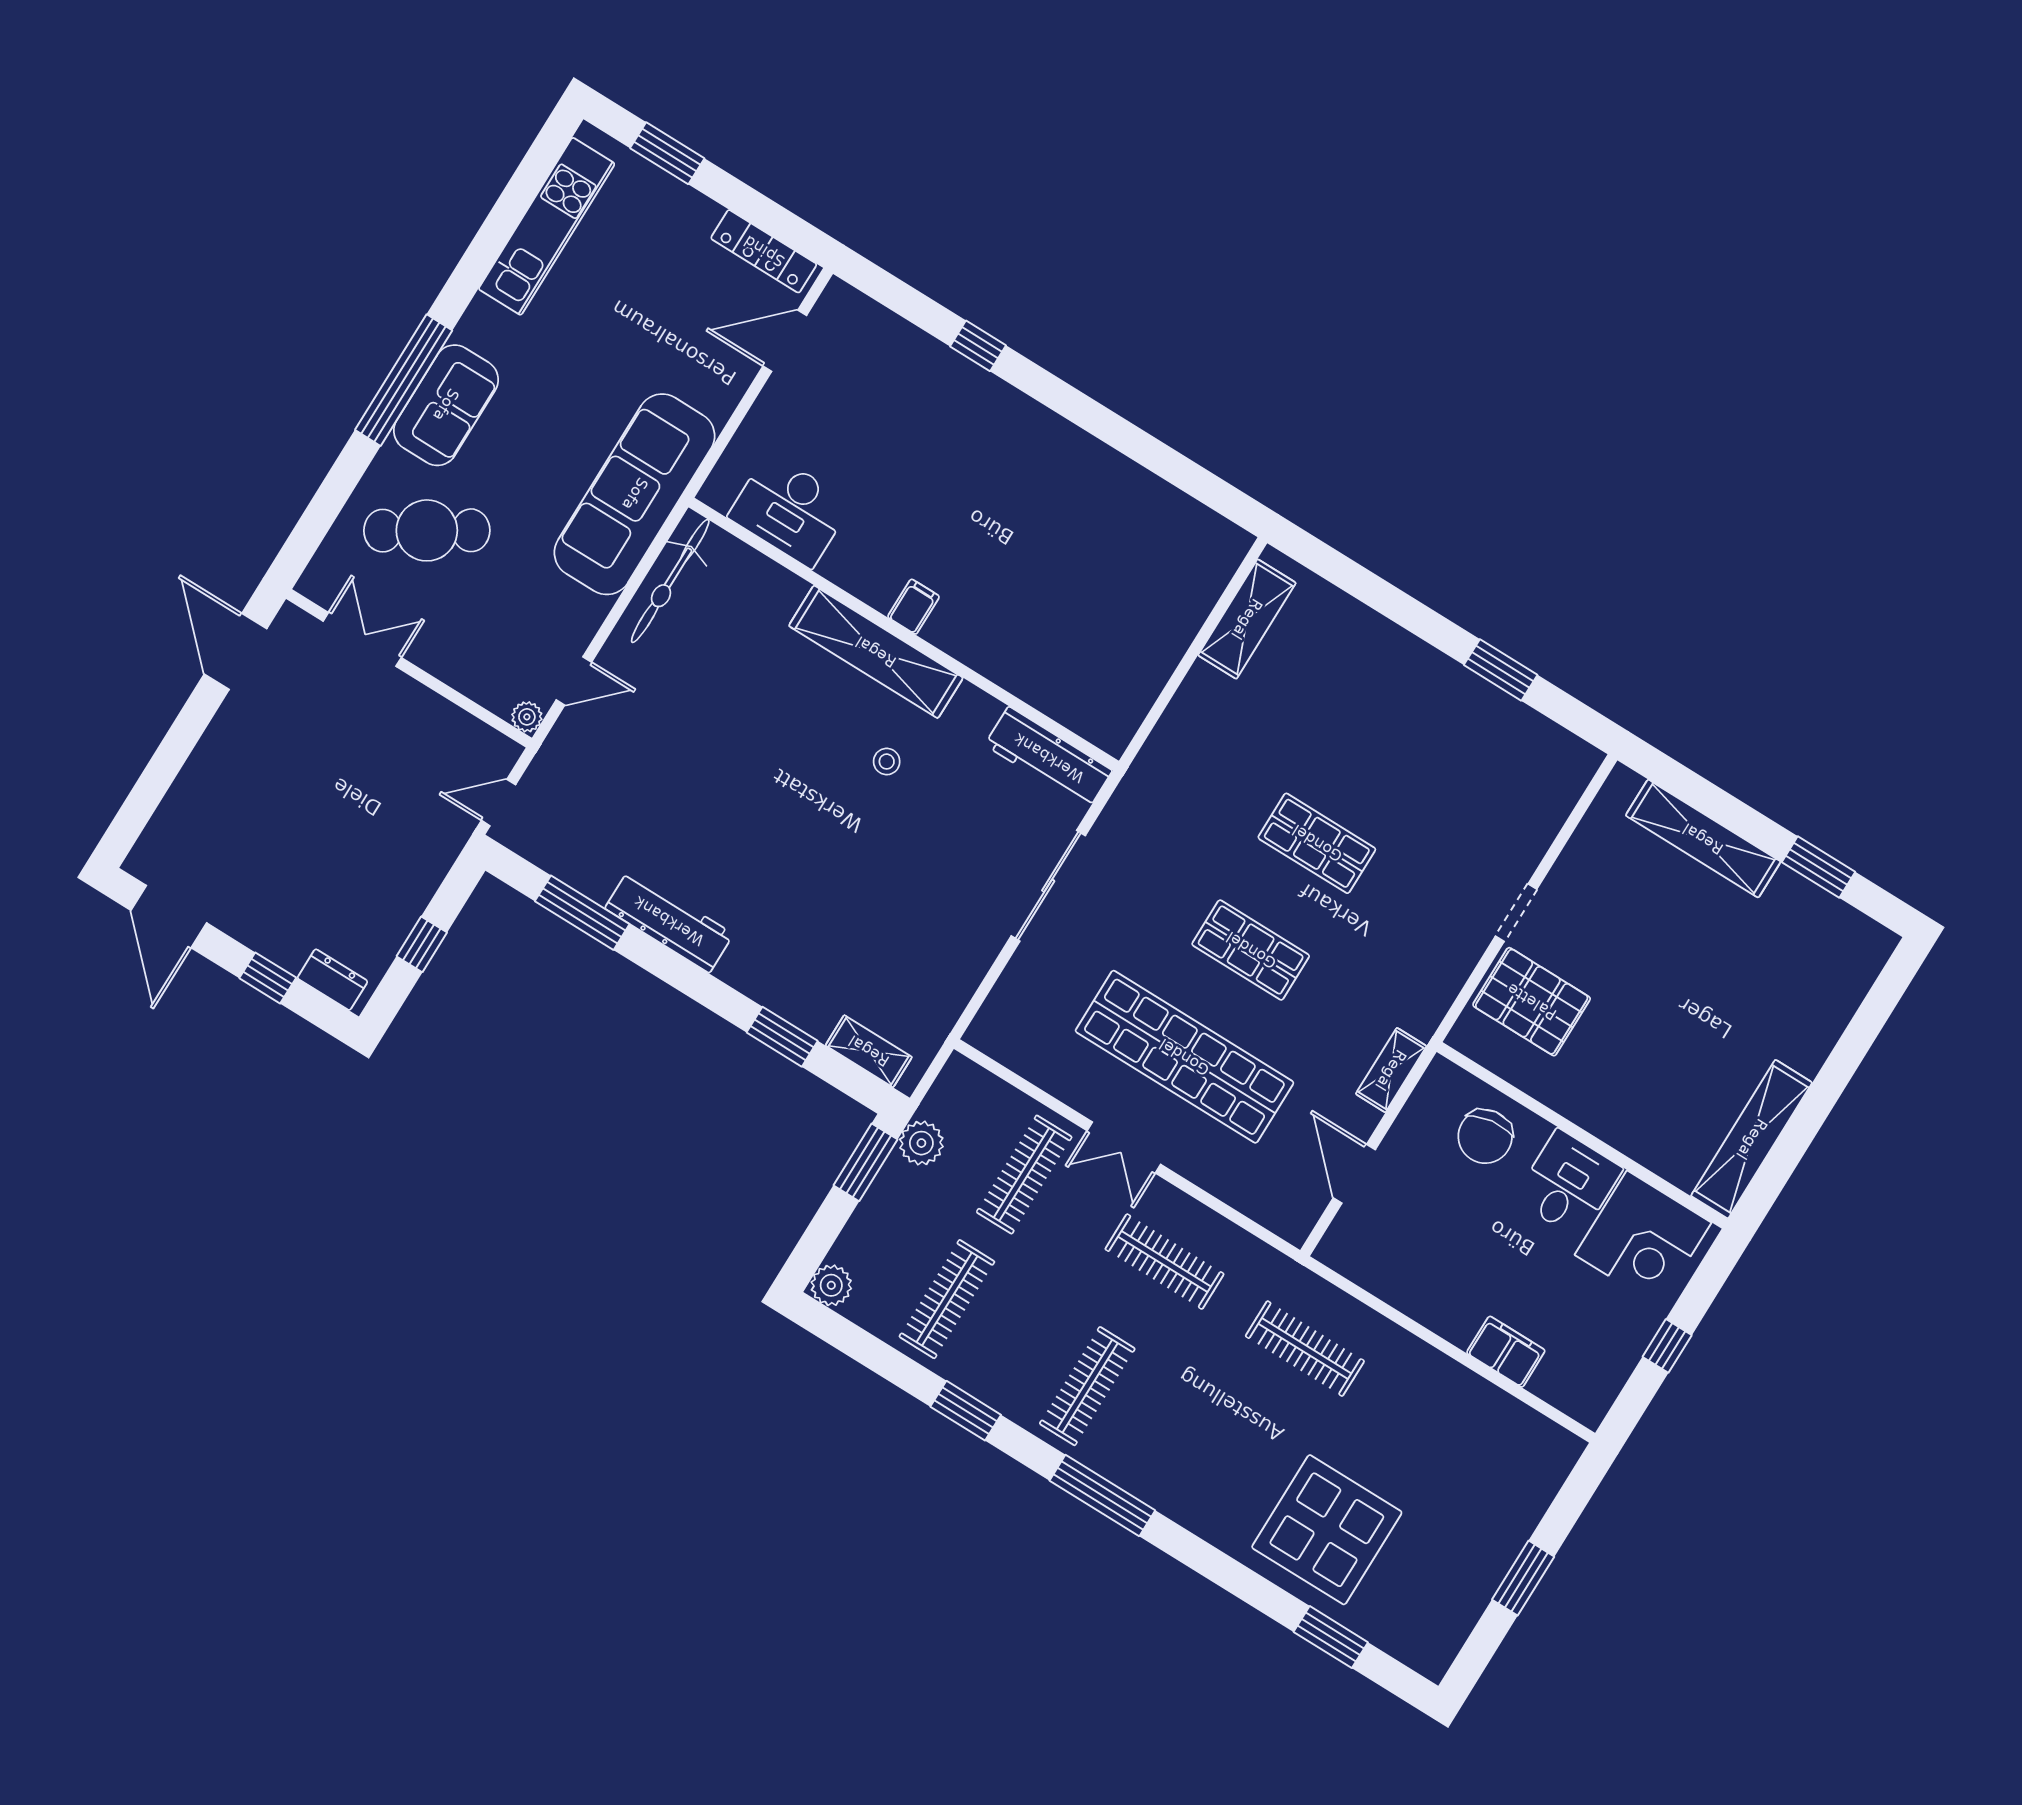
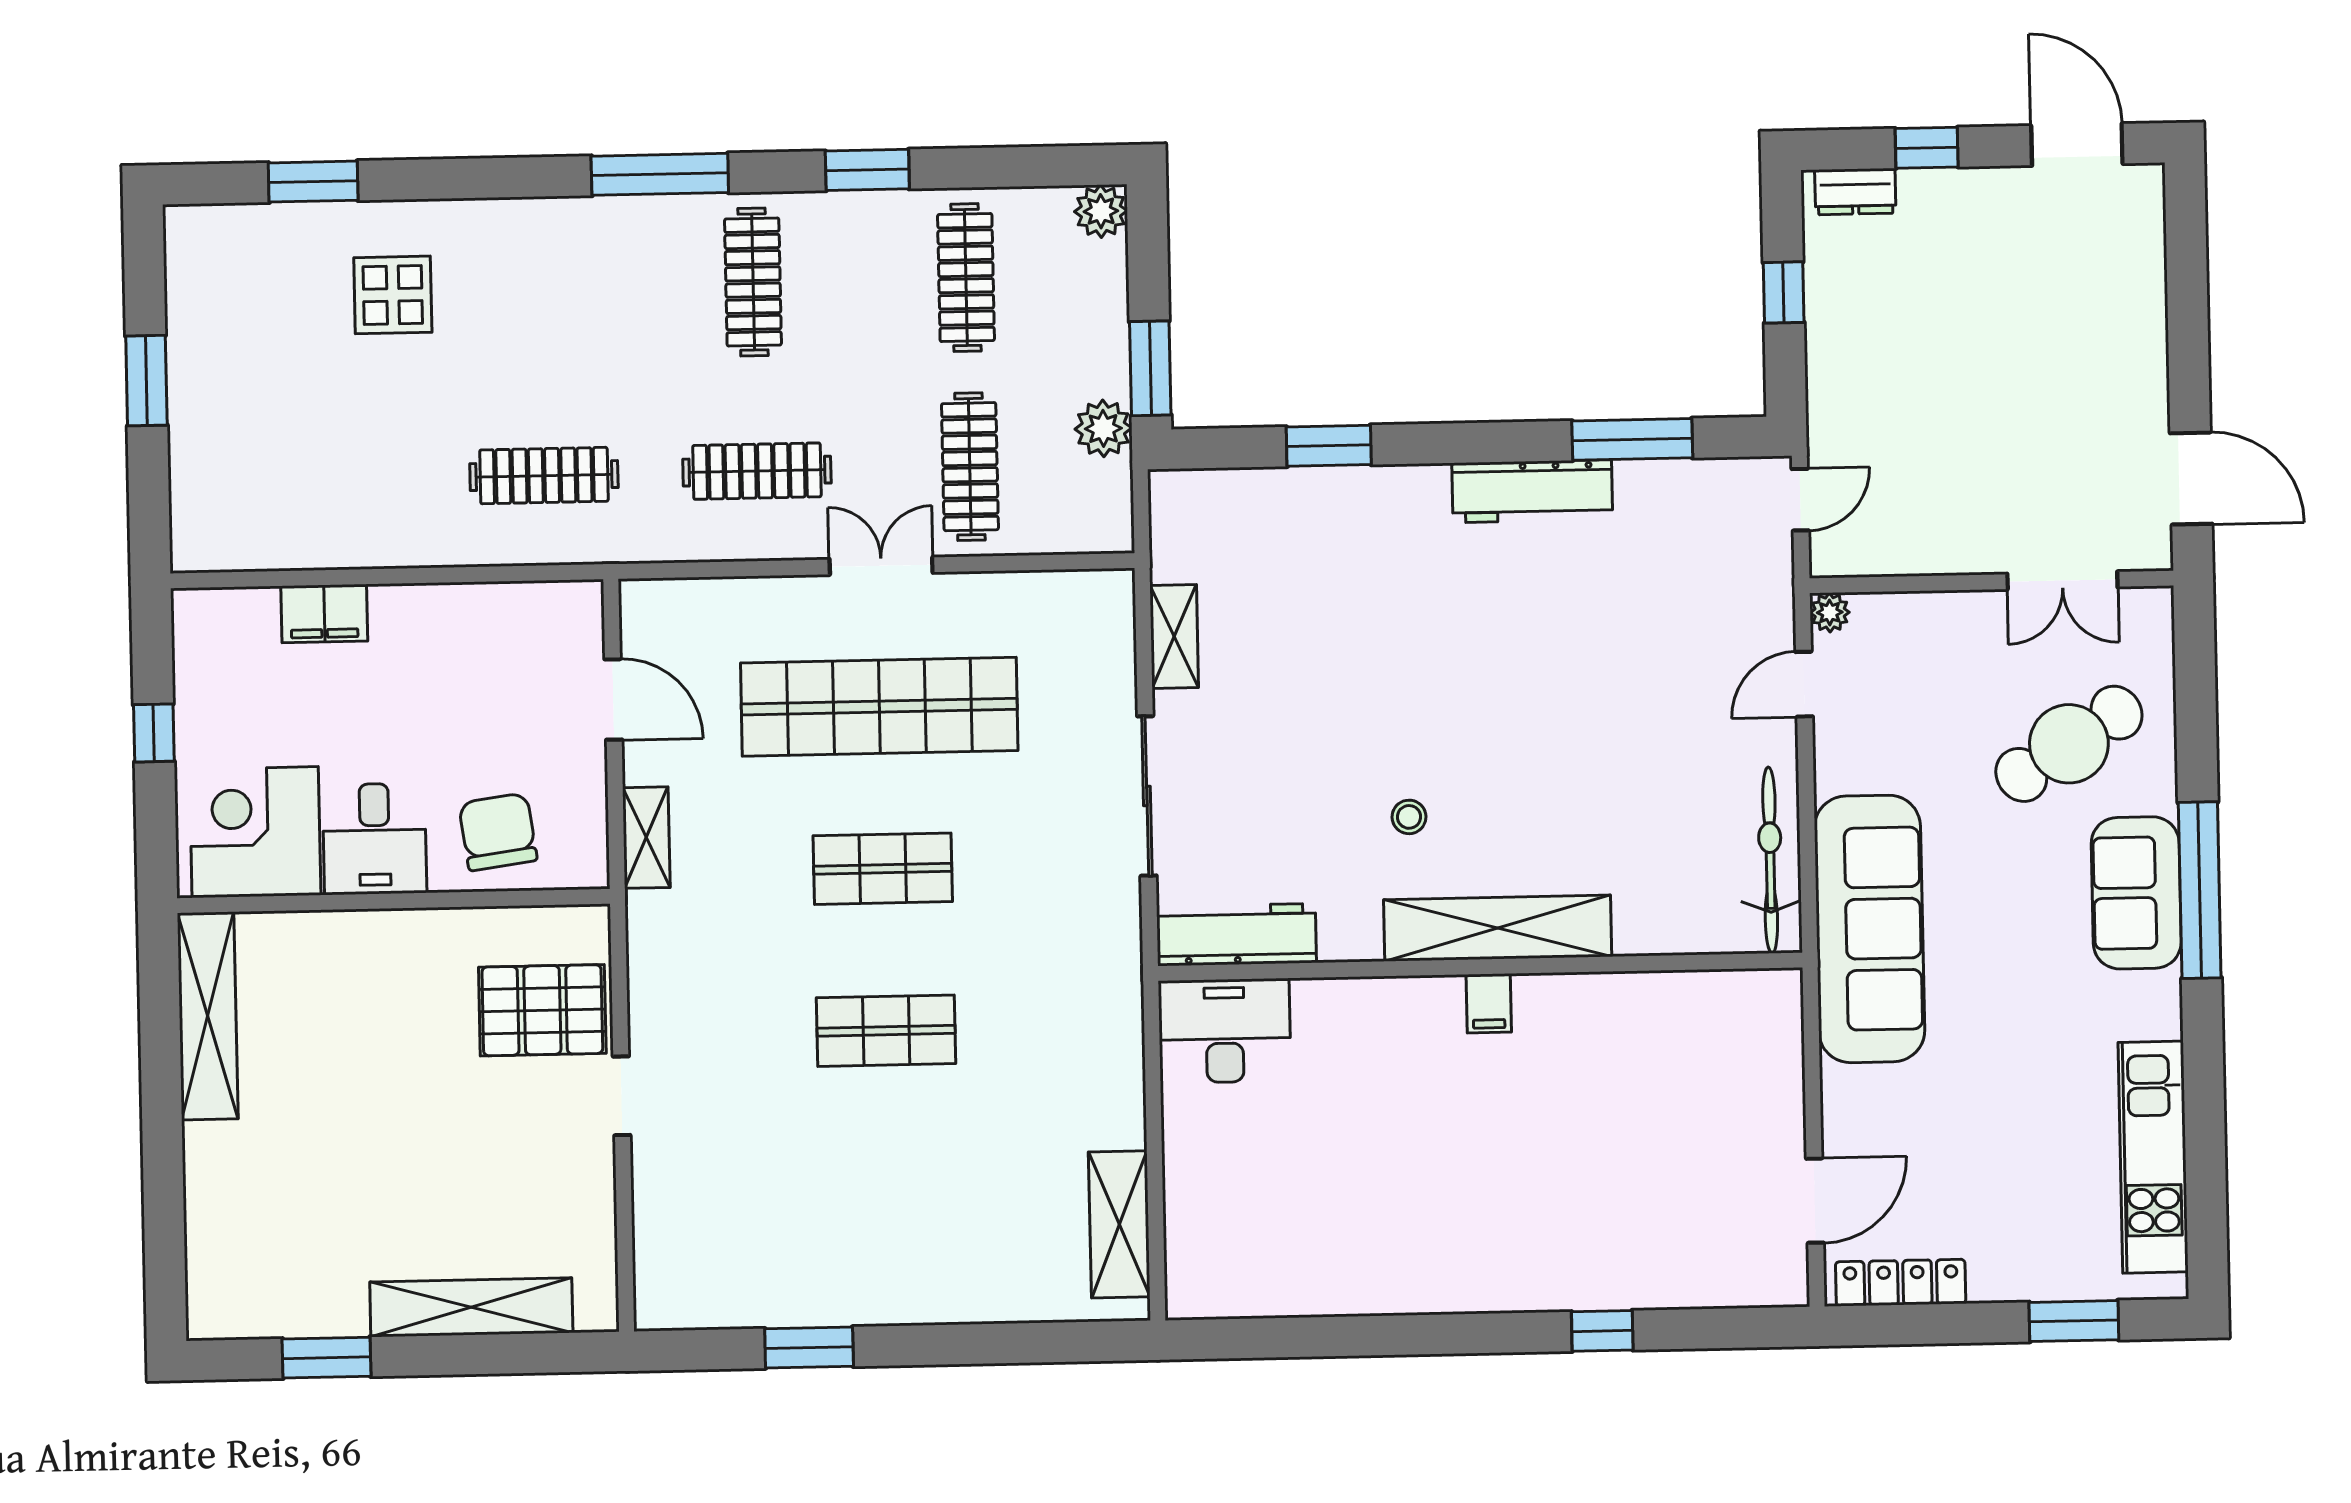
desk: (790, 510) -> (1225, 1031), moved
shelving: (869, 1051) -> (1174, 636), moved, turned 90
display table: (1327, 1530) -> (393, 295), width x0.54, depth x0.54

